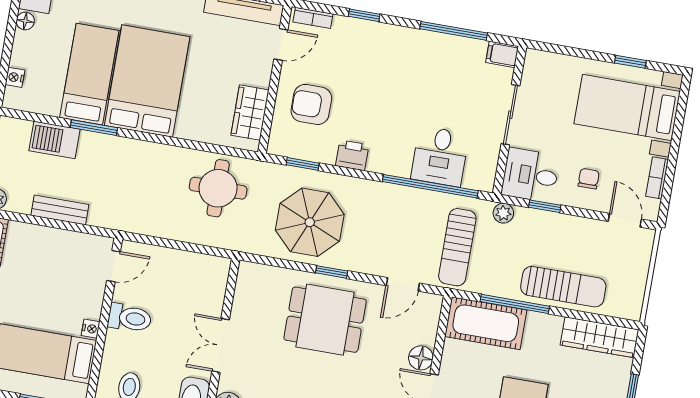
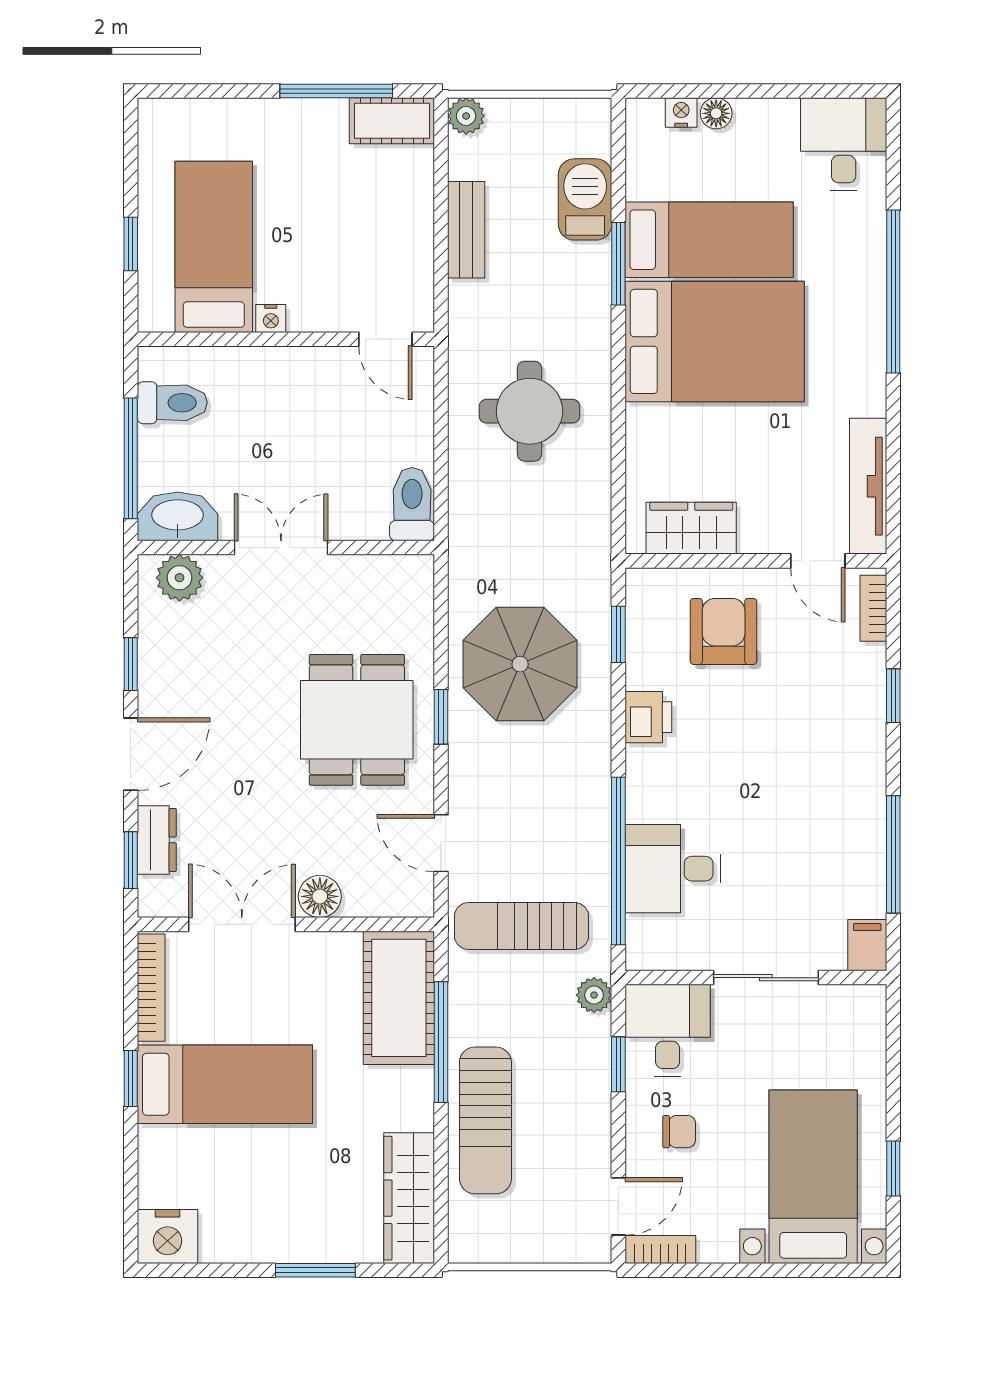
floor lamp: (25, 21) -> (716, 113), moved
bookcase: (657, 178) -> (660, 1249), moved
round table: (218, 188) -> (529, 411), moved
toilet: (130, 318) -> (412, 504), moved, turned 180

